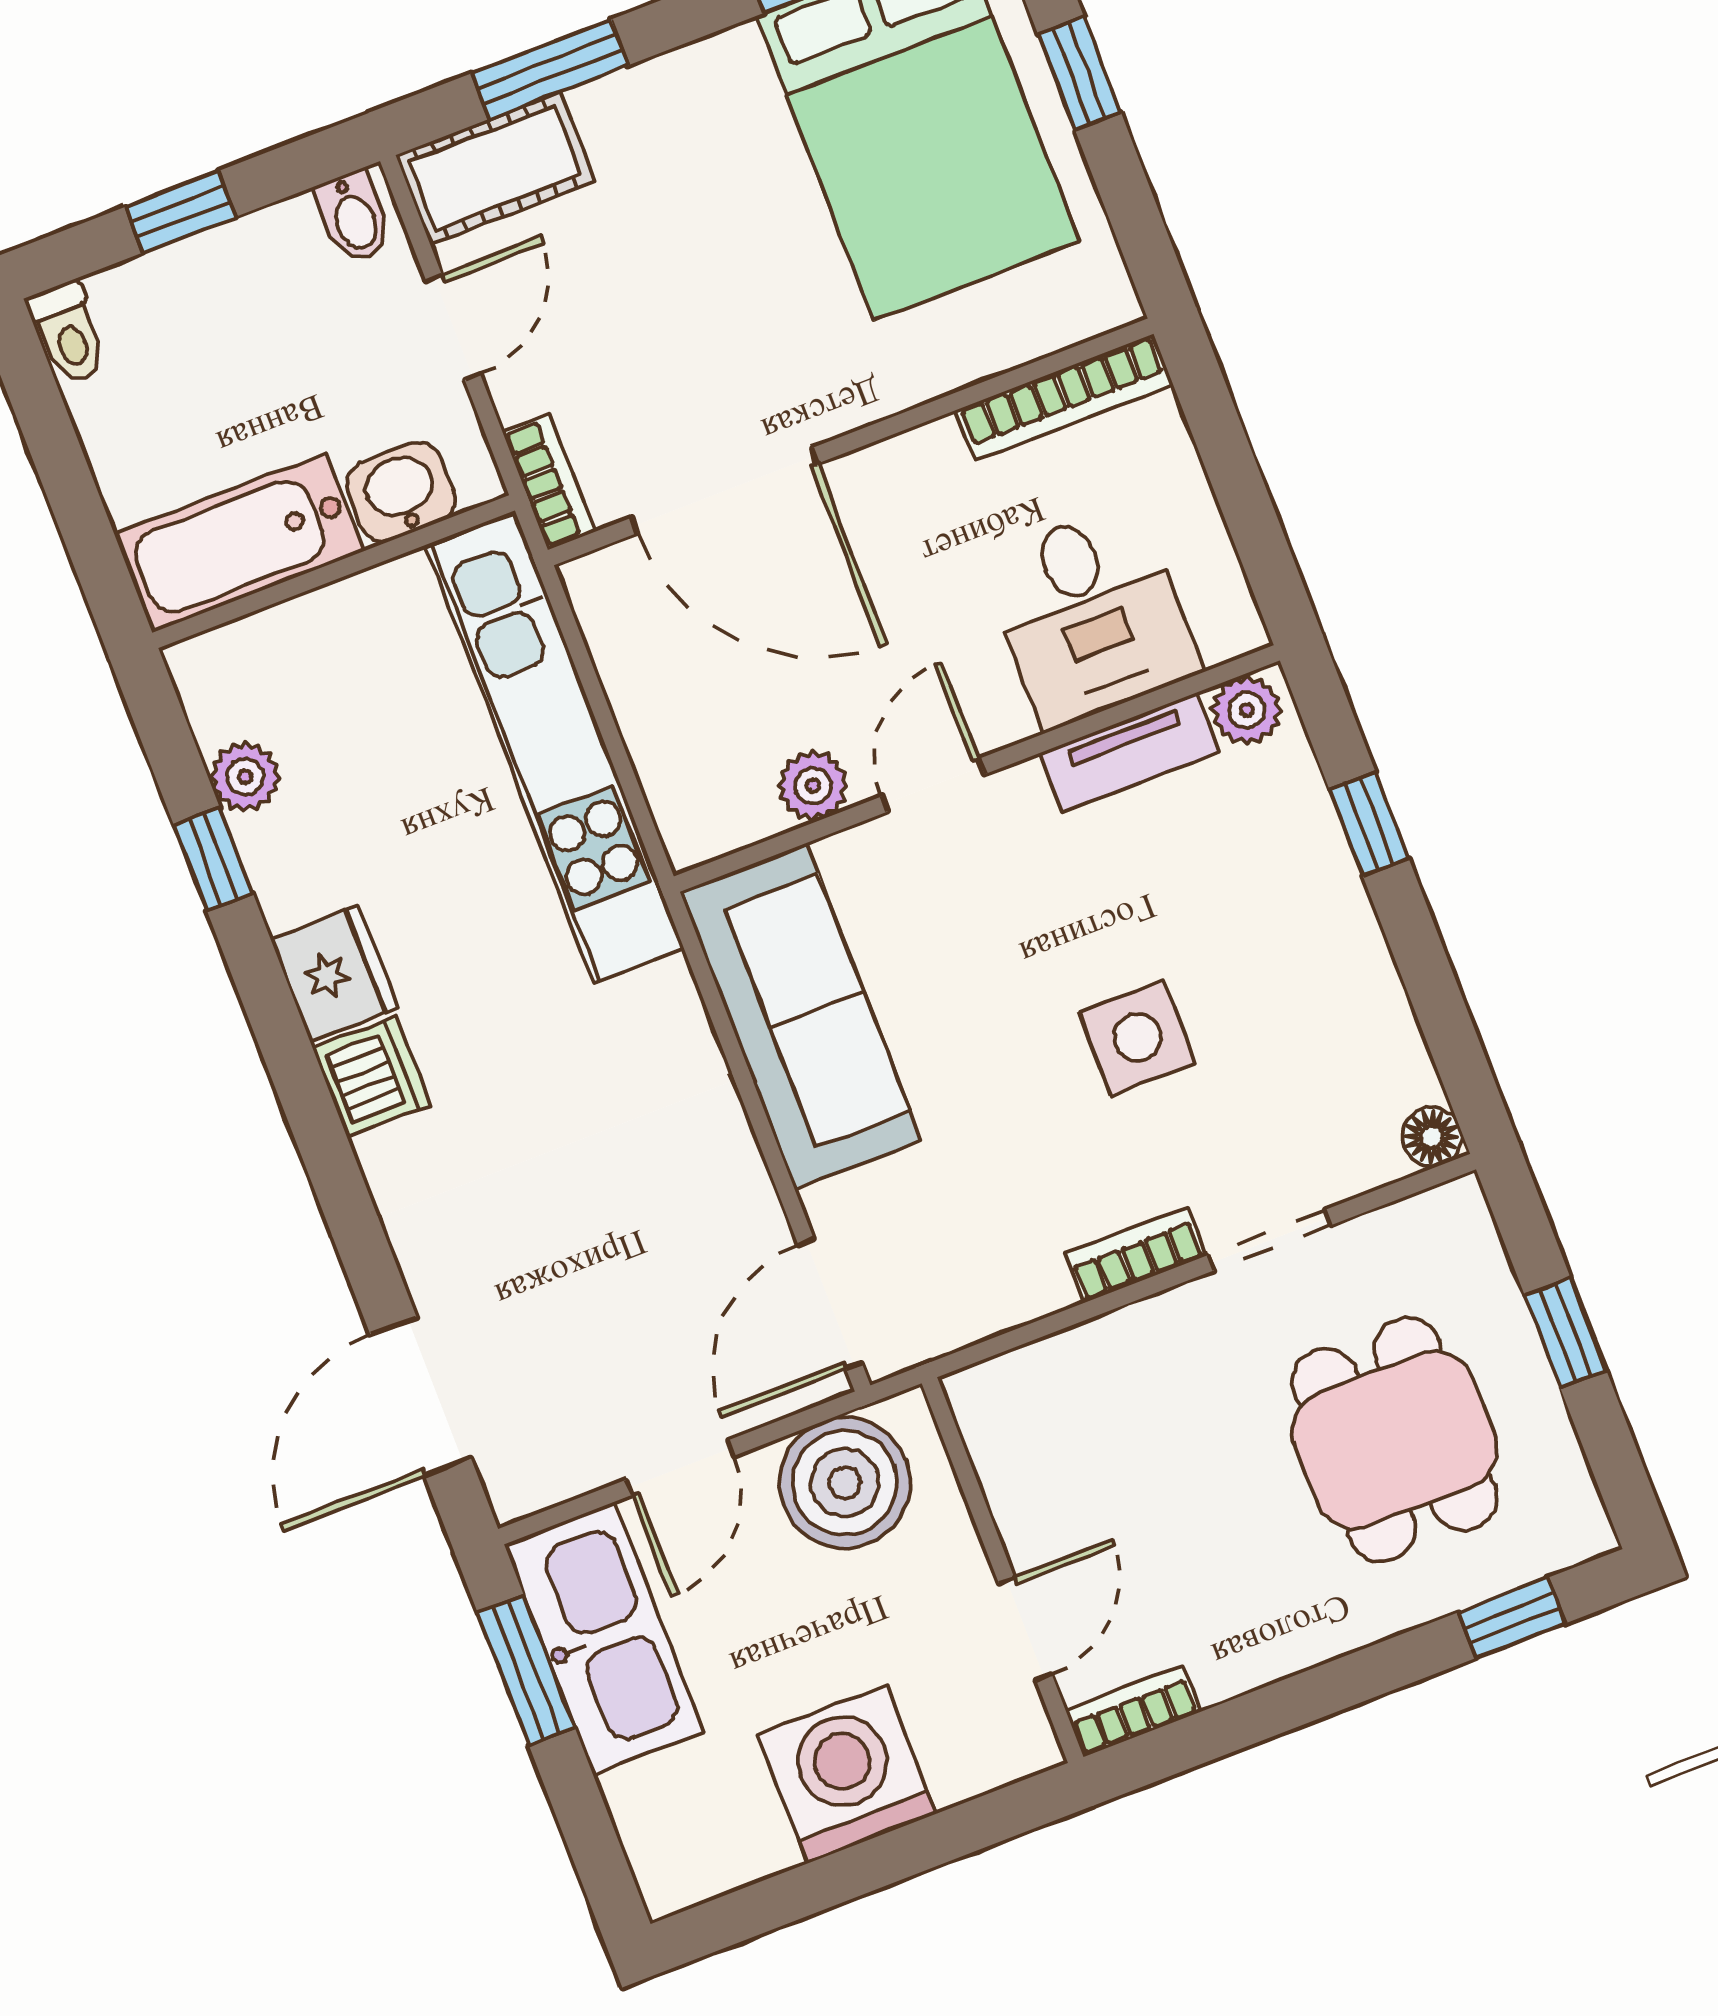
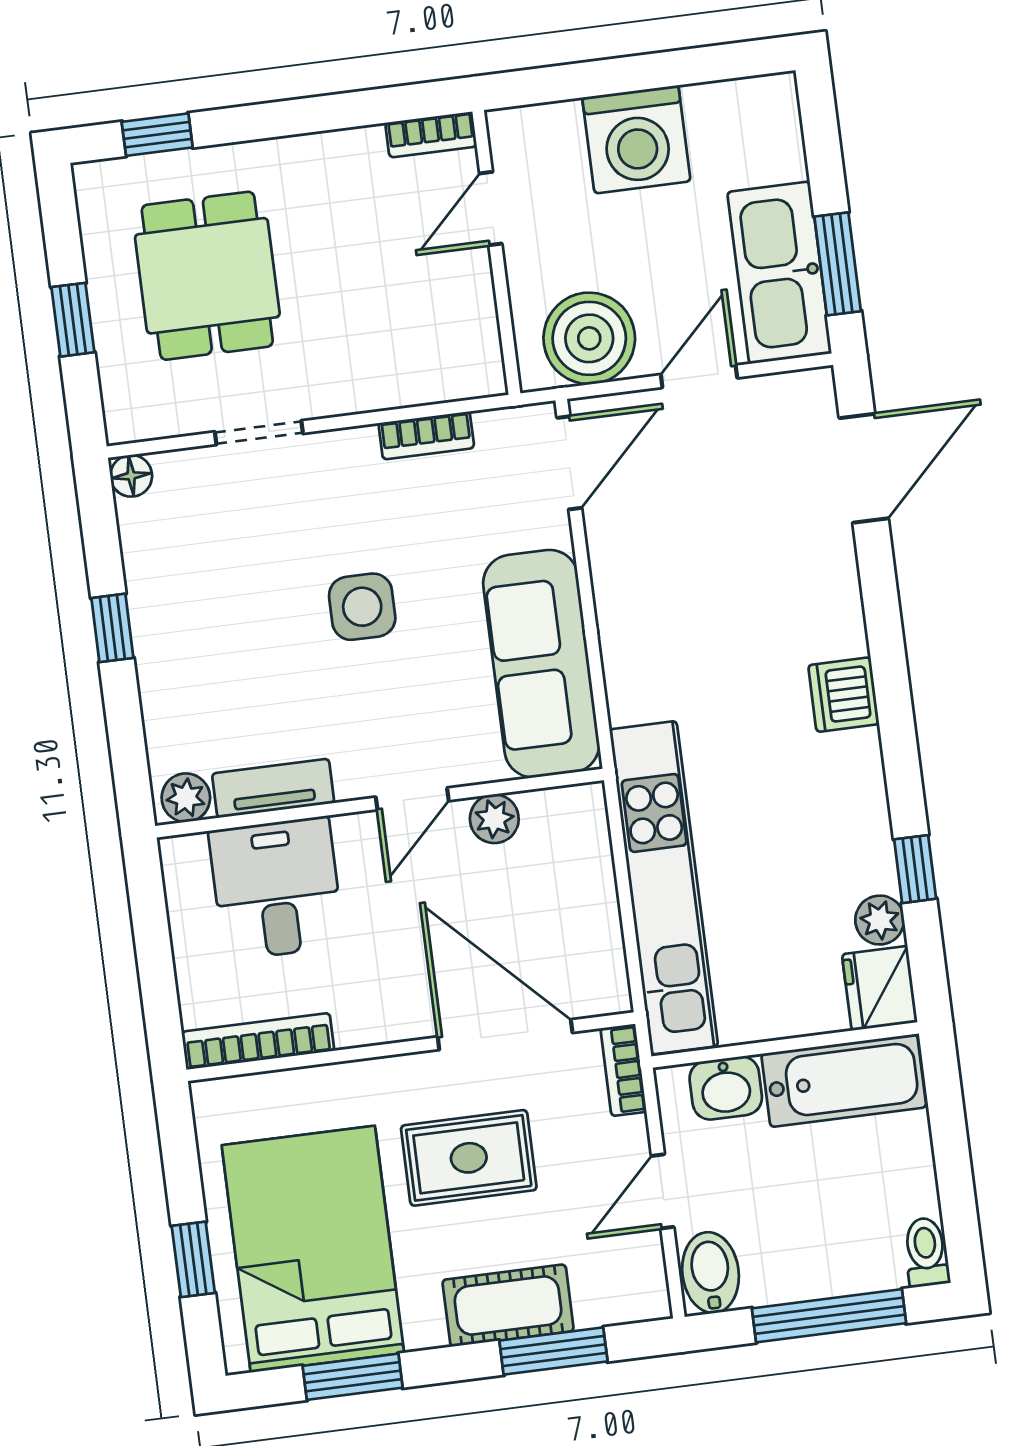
cot: (495, 168) -> (508, 1306), moved
window: (181, 212) -> (829, 1316), width x2.17
bidet: (354, 217) -> (711, 1273), width x1.38, depth x1.36
rug: (733, 308) -> (469, 1158), added
window: (1369, 824) -> (112, 628), moved
fridge: (334, 973) -> (880, 988), moved
side table: (1137, 1037) -> (362, 607), moved
bookcase: (1136, 1255) -> (426, 436), moved

